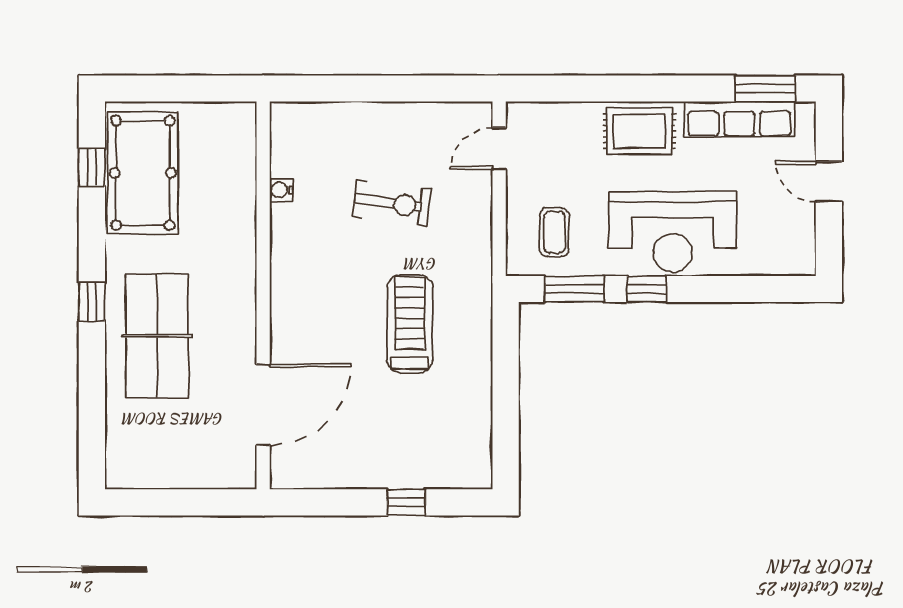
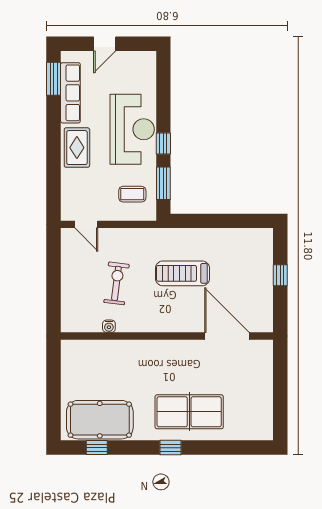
water cooler: (281, 190) -> (109, 326), moved
wall: (263, 295) -> (167, 336), moved
door: (263, 405) -> (227, 336), moved

